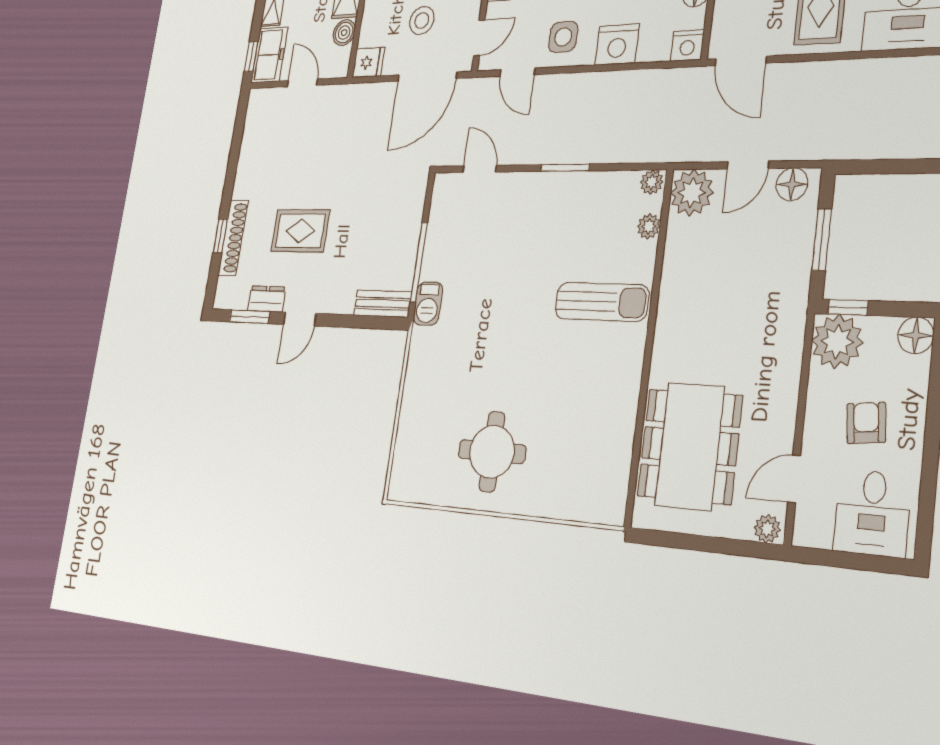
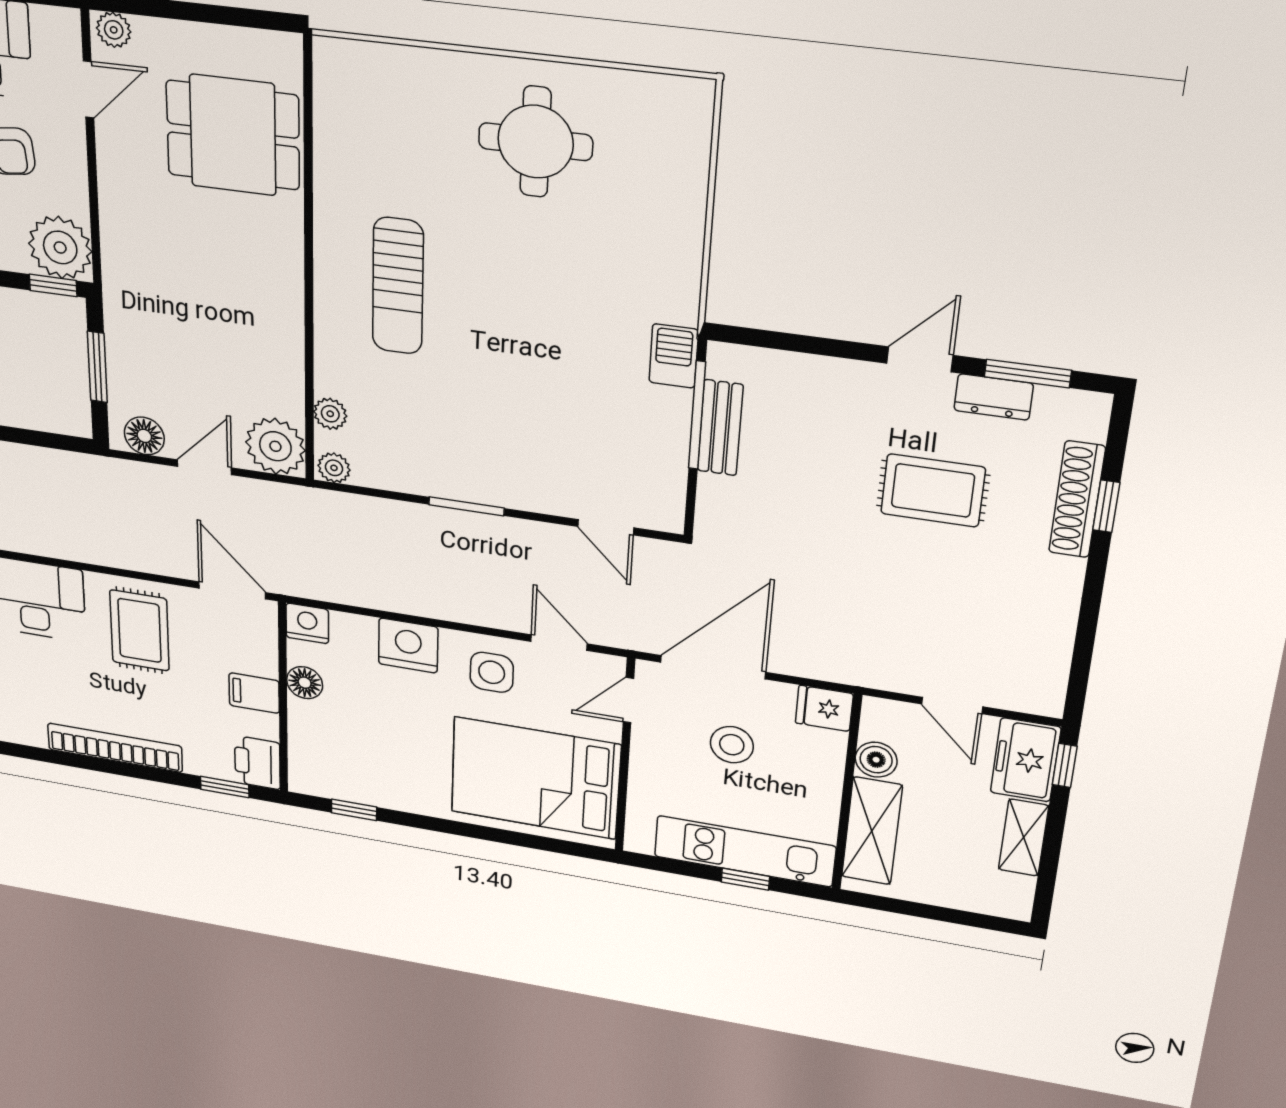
sun lounger: (602, 302) -> (398, 286), moved, turned -90
bench: (383, 304) -> (720, 428), moved, turned 90
dining table: (690, 446) -> (233, 135), width x0.73

